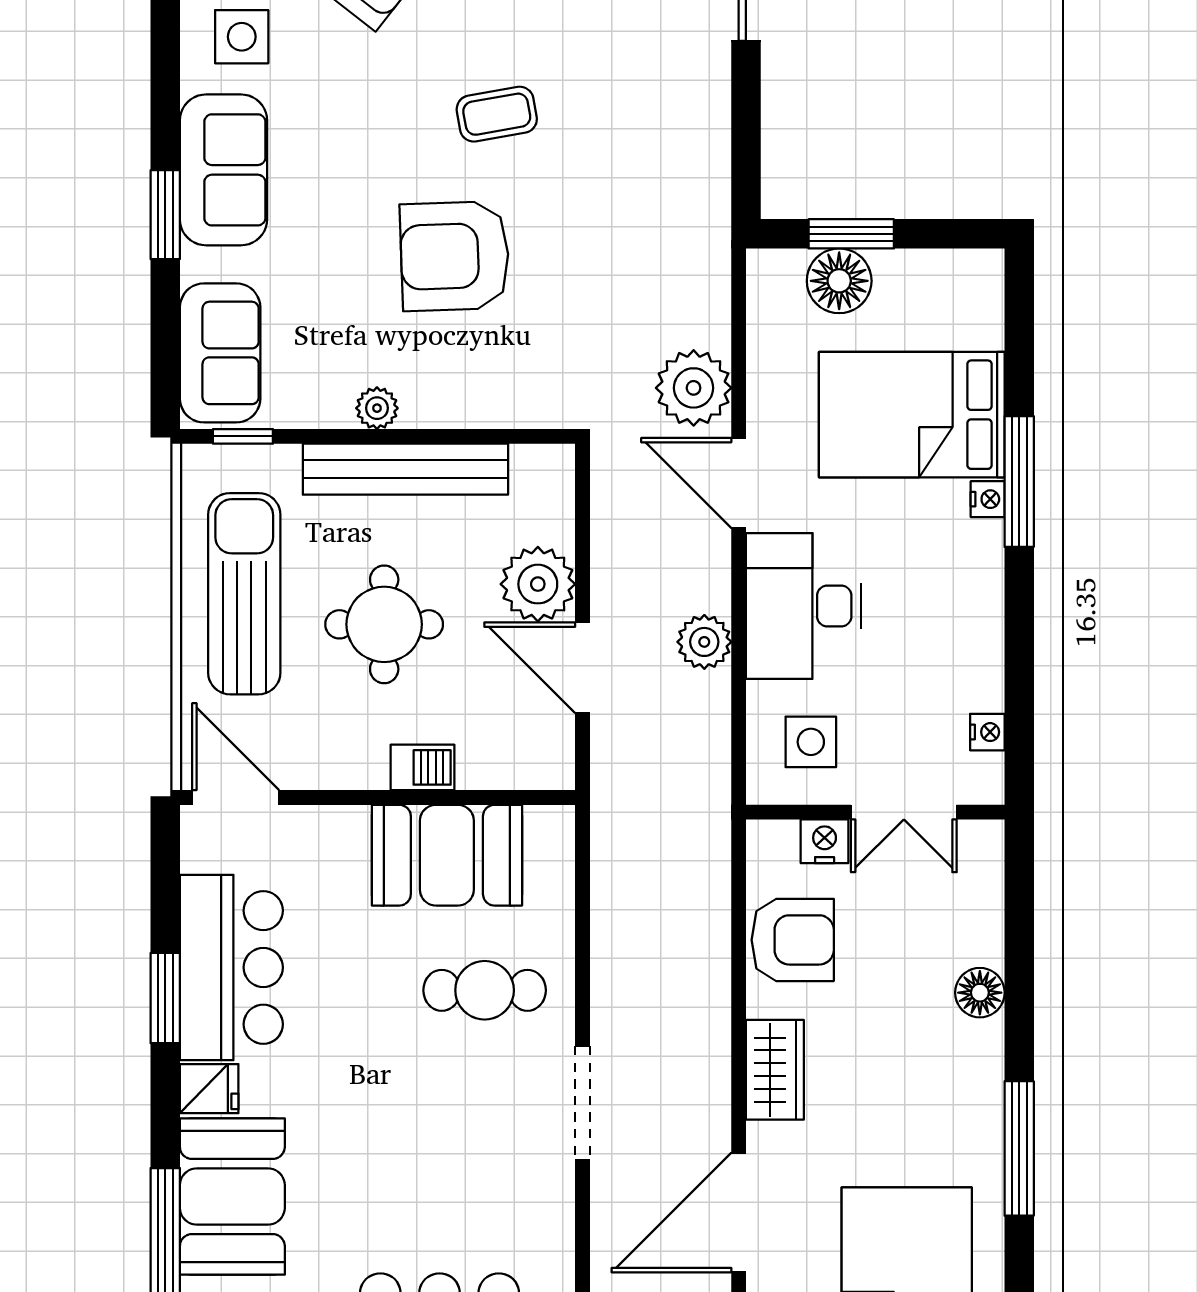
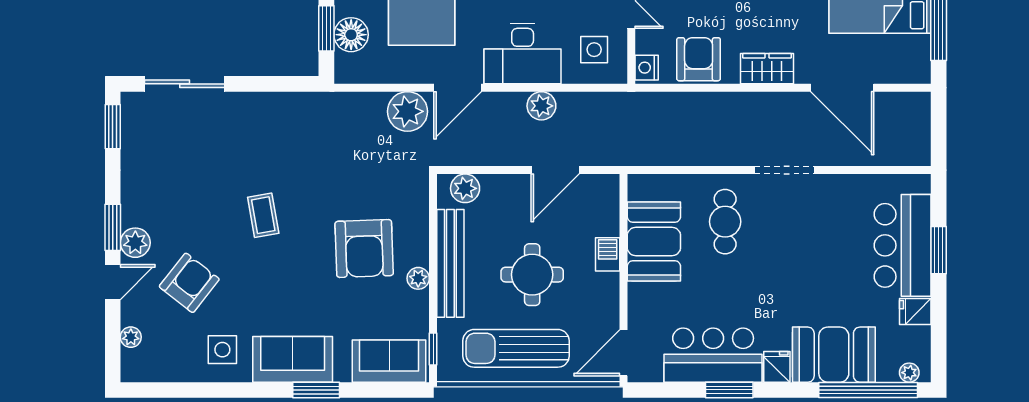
armchair: (455, 256) -> (364, 248), moved
plant: (538, 584) -> (465, 188), moved, width x0.73, depth x0.73
nightstand: (825, 841) -> (647, 68), moved

